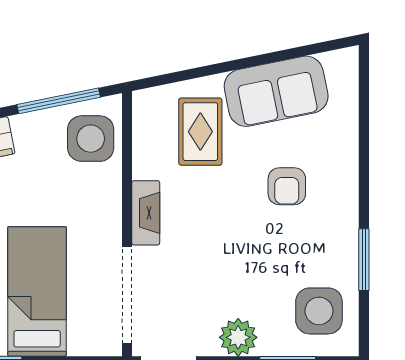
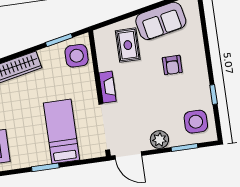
window: (59, 101) -> (59, 40), width x0.69
window: (364, 260) -> (214, 94), width x0.67

